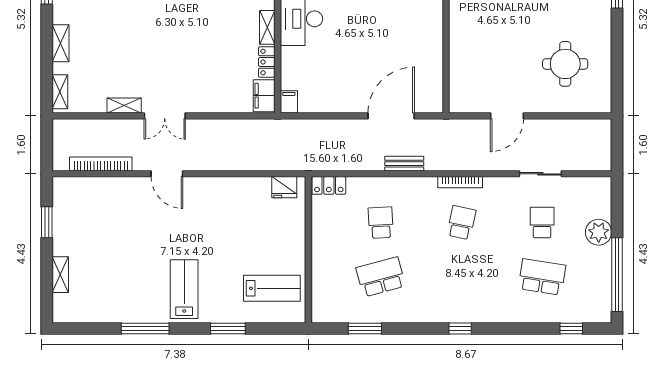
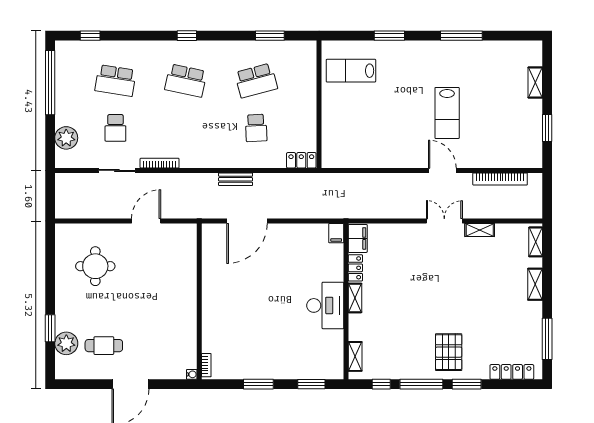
bookcase: (460, 182) -> (160, 163), moved
fridge: (284, 187) -> (340, 159), removed
school desk: (461, 223) -> (186, 81), moved, width x1.85
plant: (599, 232) -> (66, 138), moved
lab bench: (184, 289) -> (447, 113), moved

